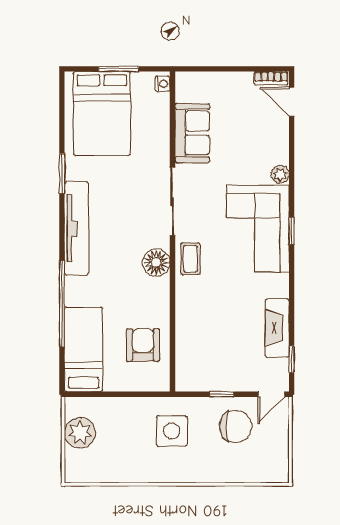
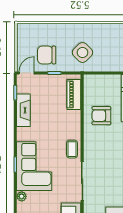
floor lamp: (156, 262) -> (91, 147), removed
armchair: (143, 345) -> (101, 116), moved, turned 90
piano: (187, 356) -> (74, 94), added
side table: (172, 431) -> (82, 52), turned 45

